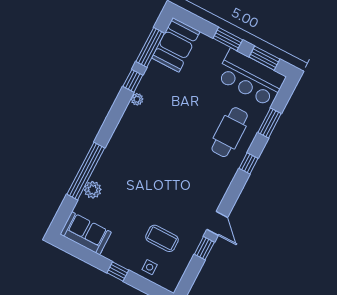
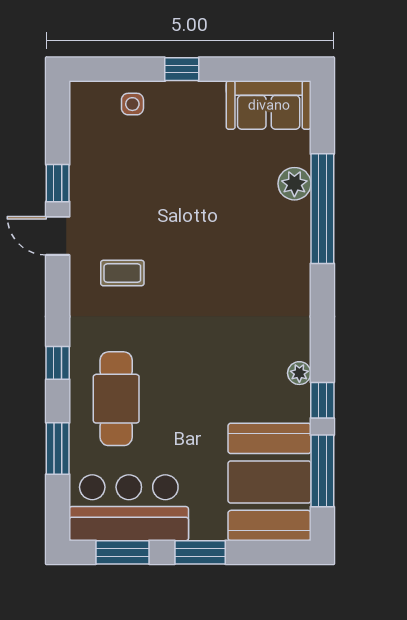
booth: (176, 45) -> (270, 482), width x1.36, depth x1.42
coffee table: (162, 238) -> (122, 273), moved, width x0.73, depth x0.77

